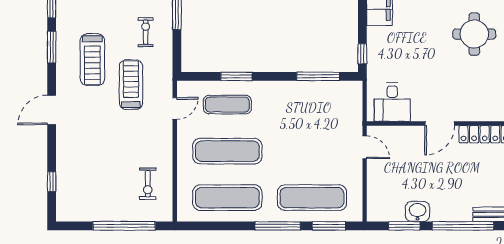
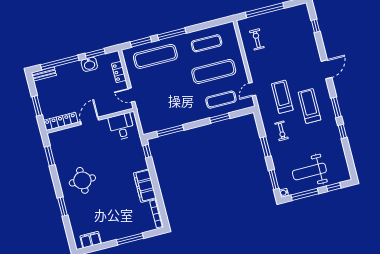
treadmill: (131, 85) -> (282, 97), turned 180
locker: (375, 188) -> (119, 72), added
exercise mat: (227, 198) -> (207, 43), width x0.73, depth x0.69

